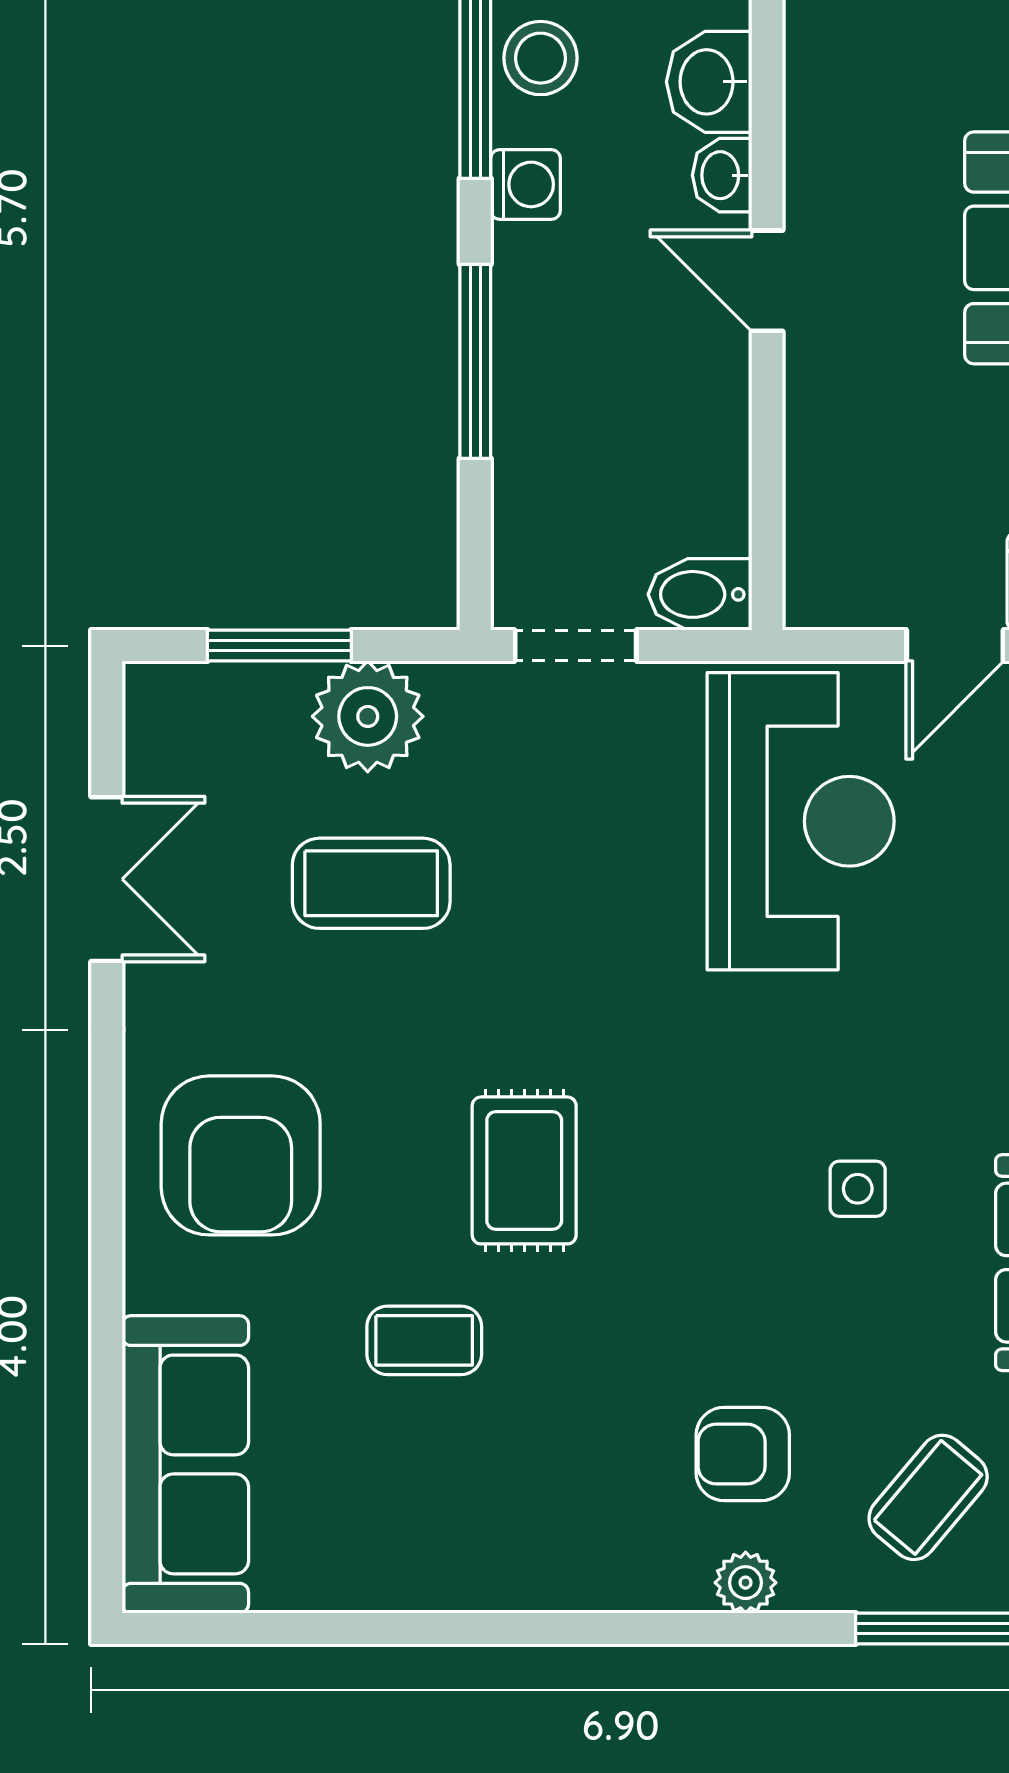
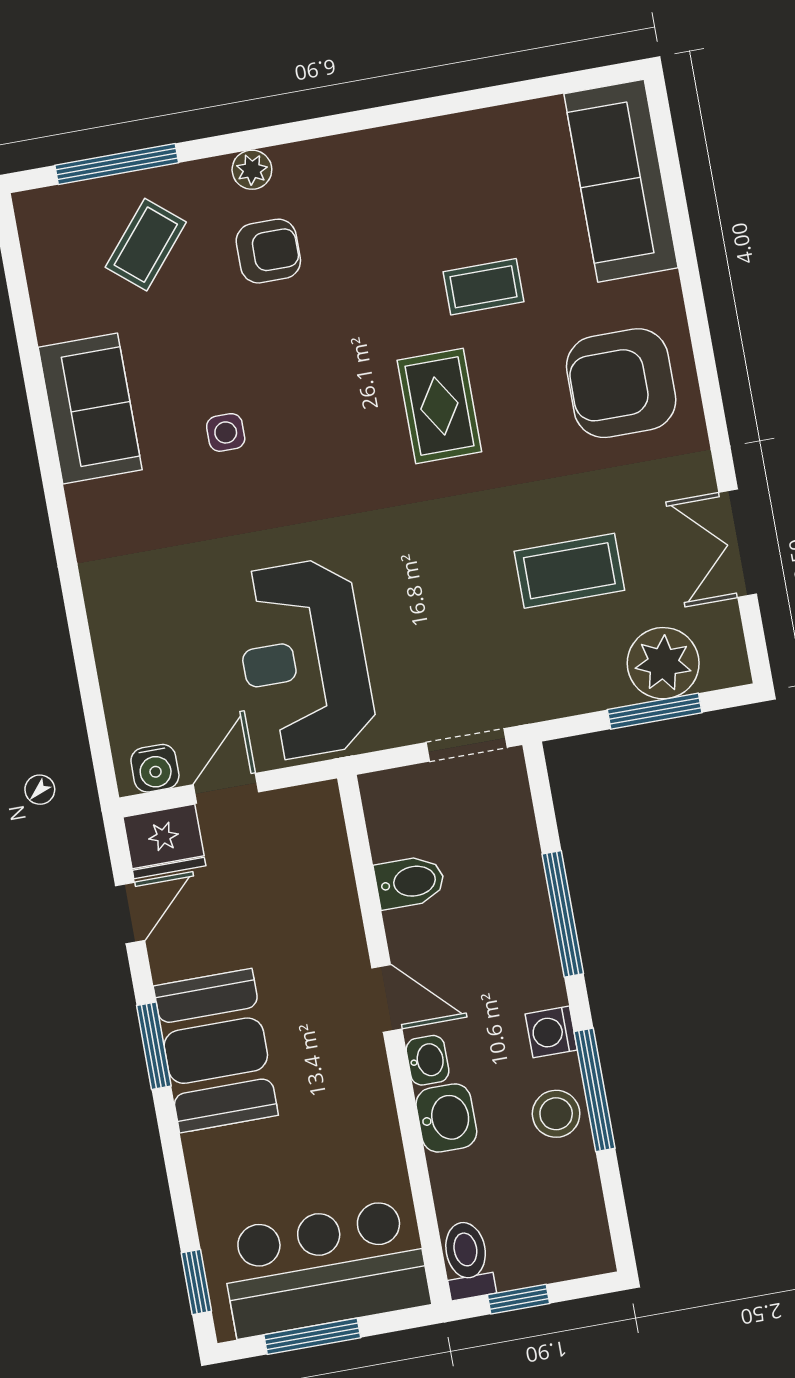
bidet: (700, 594) -> (410, 882), moved
plant: (368, 716) -> (663, 663), moved
armchair: (241, 1155) -> (621, 383), turned -90

